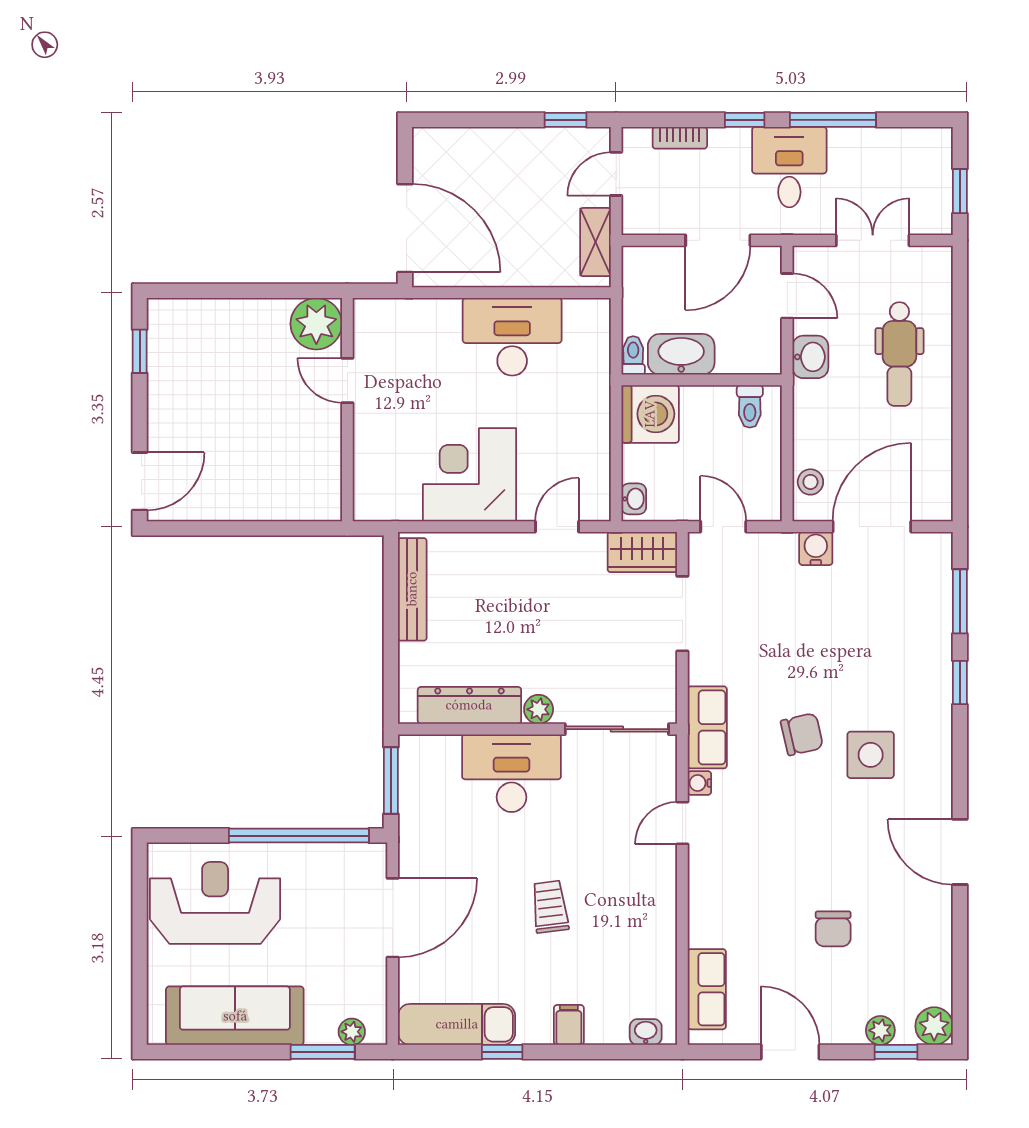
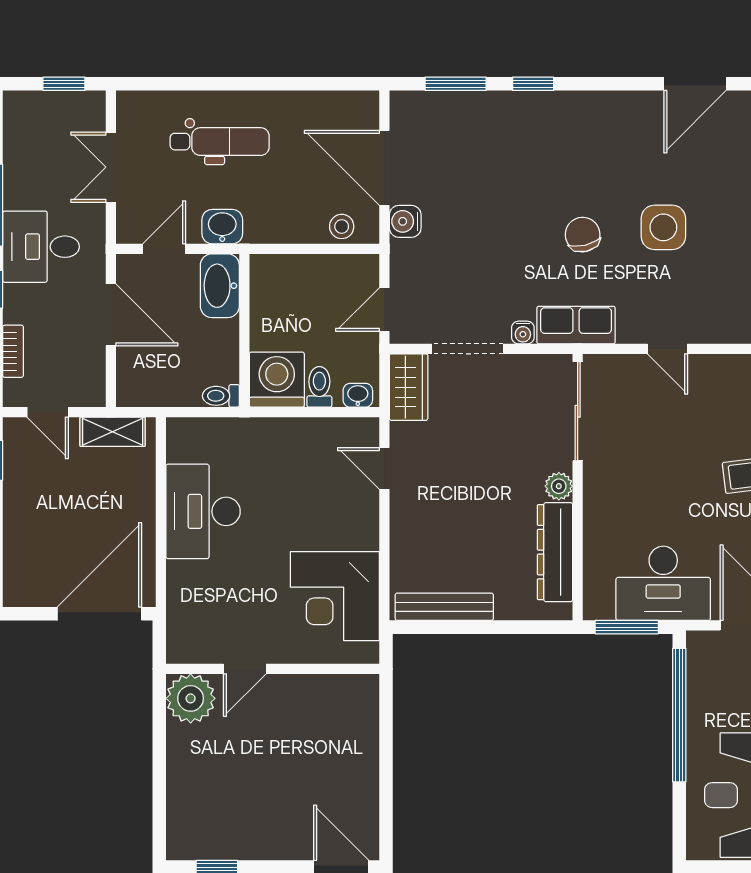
washbasin: (681, 354) -> (220, 286), moved
toilet: (750, 406) -> (319, 387), moved, turned -90
corner desk: (470, 475) -> (335, 596), moved
side table: (871, 755) -> (663, 227), moved
desk: (511, 773) -> (663, 583), moved, turned -90
water cooler: (699, 783) -> (523, 333), moved

